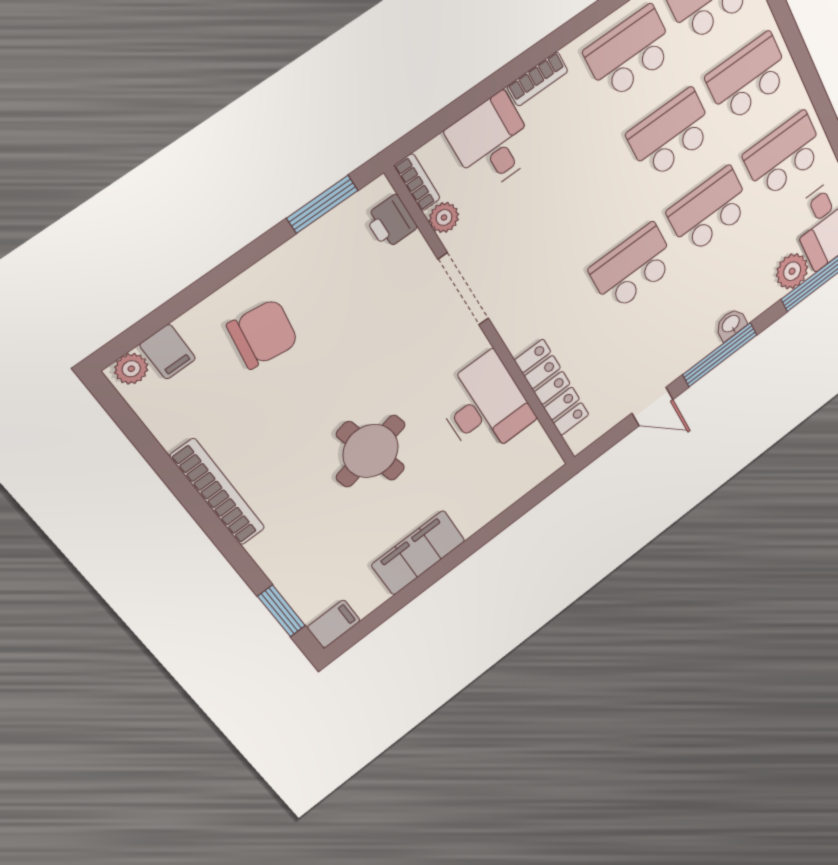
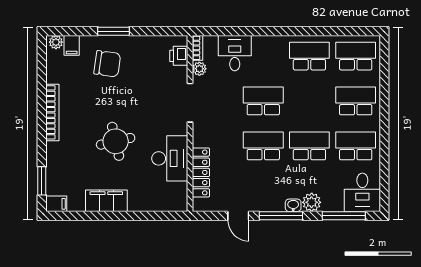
bookcase: (538, 79) -> (266, 41), removed
school desk: (671, 134) -> (263, 101), moved
window: (322, 204) -> (113, 31), moved
plant: (792, 271) -> (312, 202), moved

